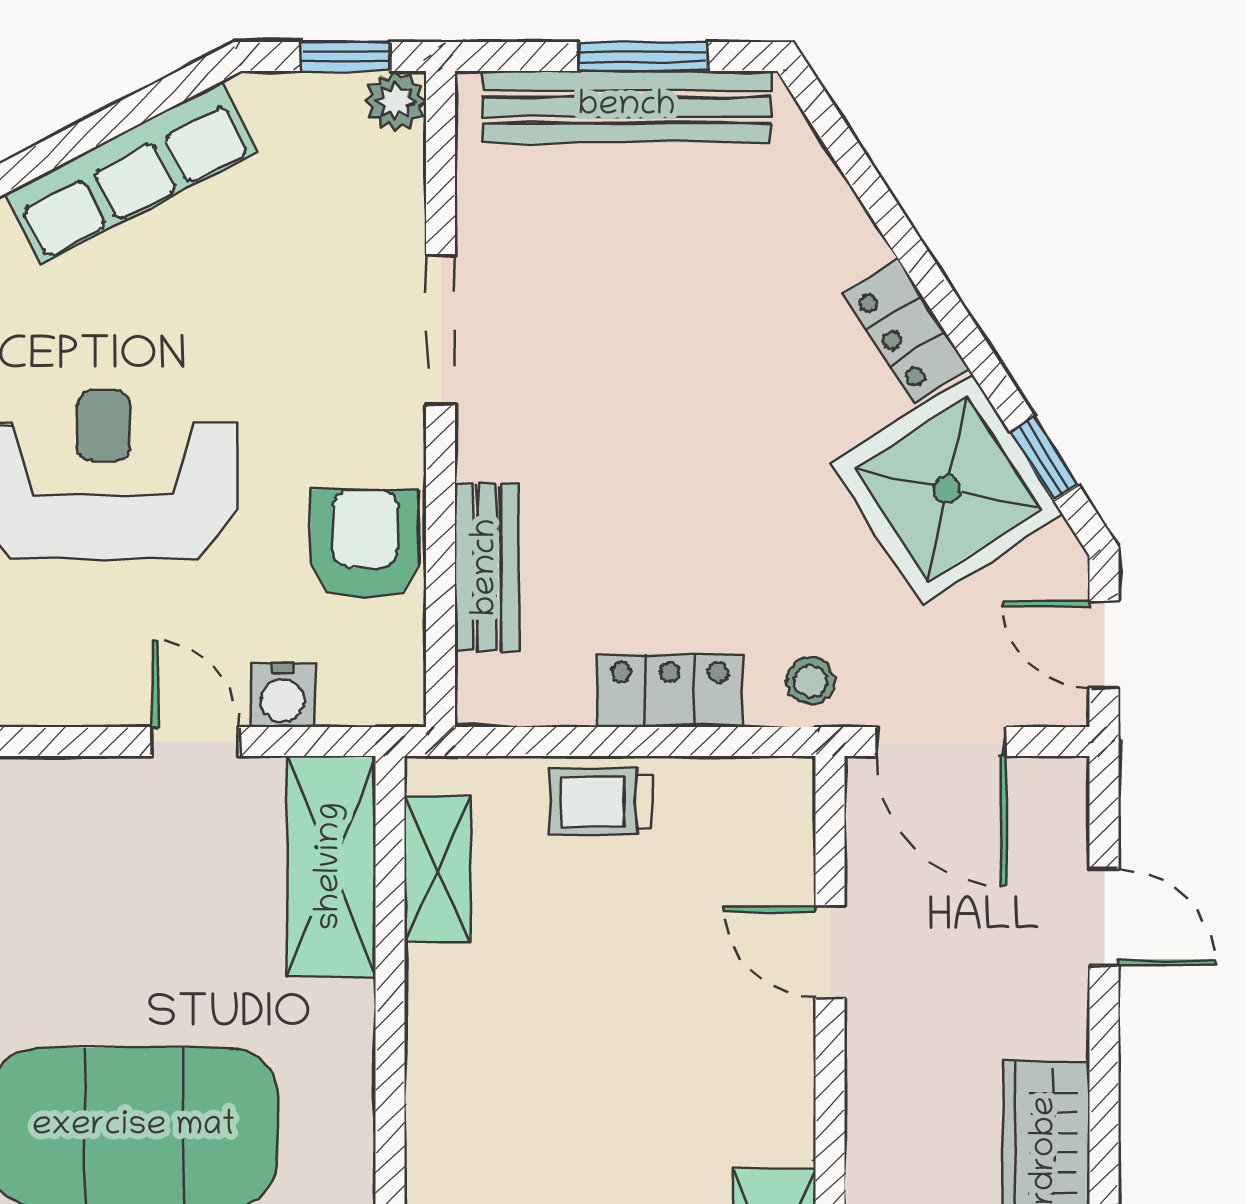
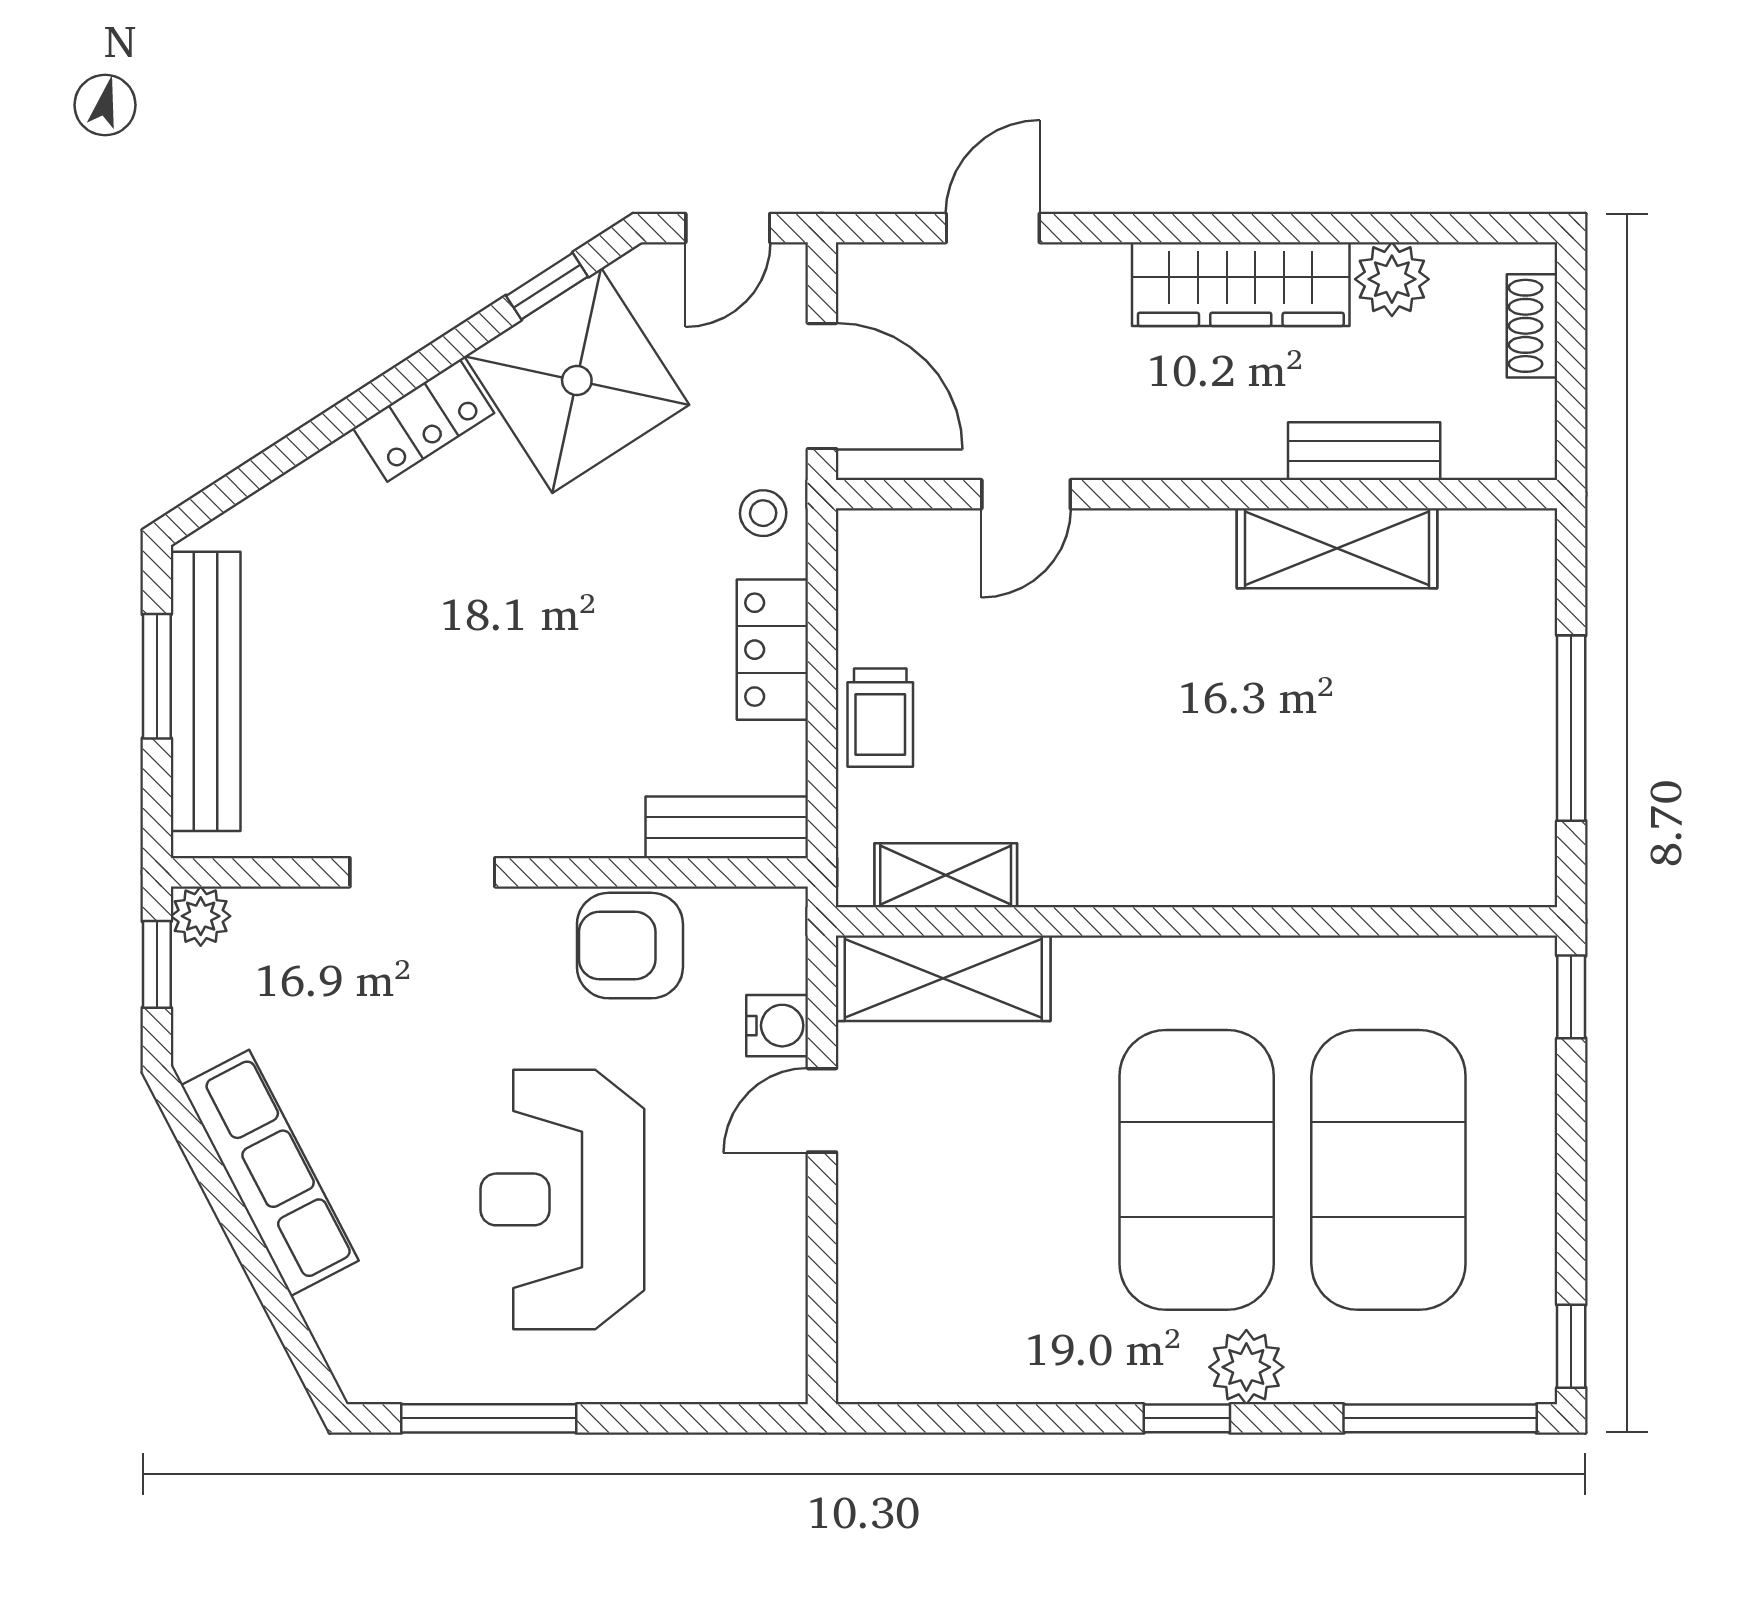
bench: (487, 567) -> (727, 827), moved
door: (941, 742) -> (822, 386), hinge flipped

